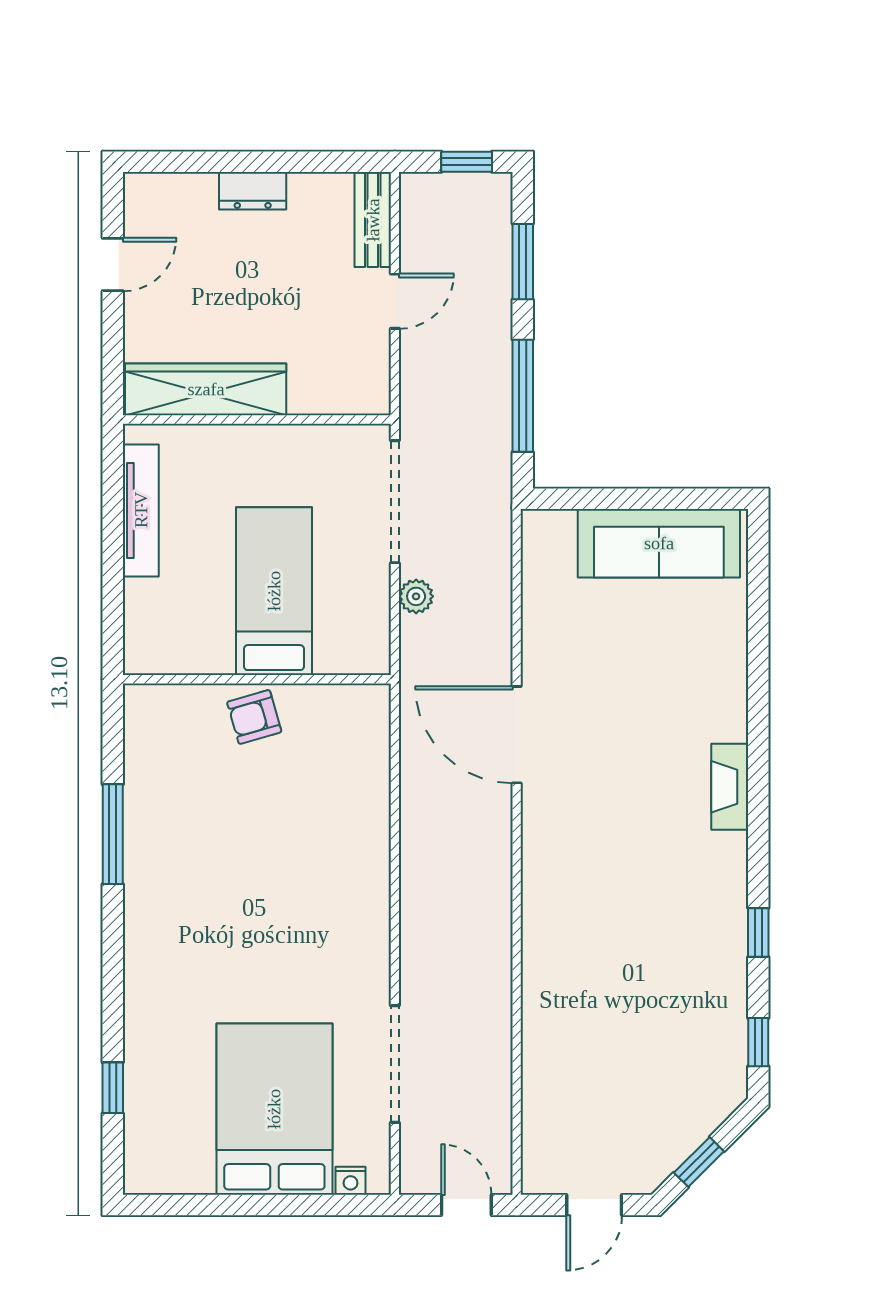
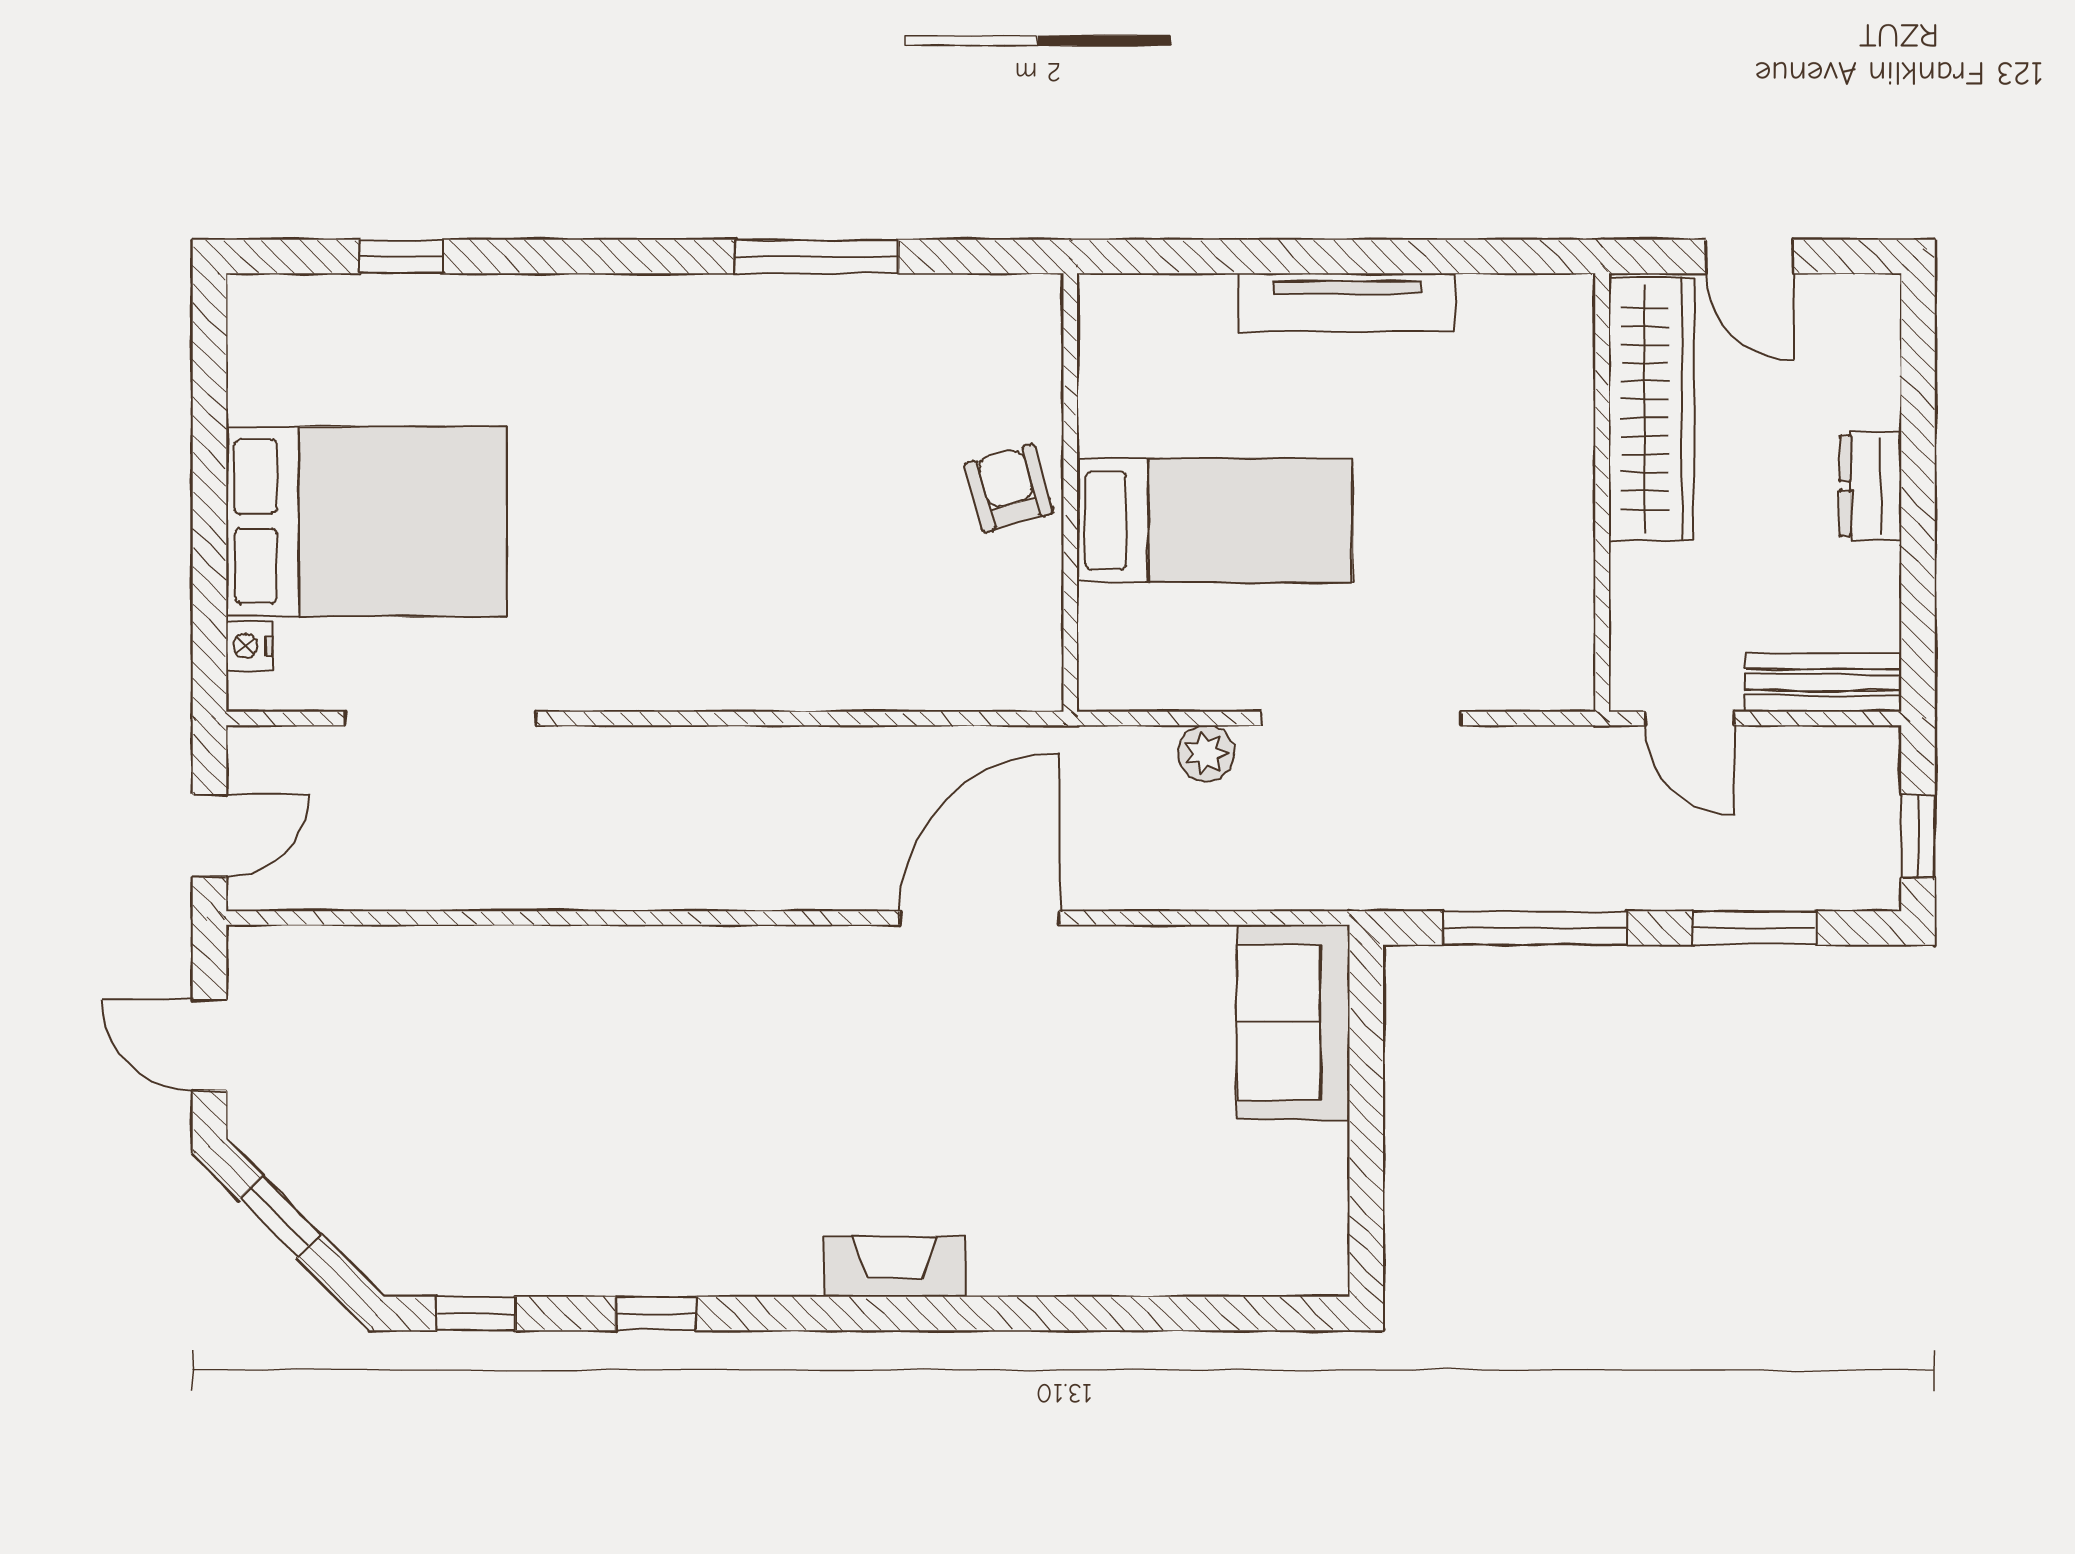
wardrobe: (206, 389) -> (1651, 409), moved
wall: (257, 419) -> (1602, 493), moved
sofa: (659, 543) -> (1293, 1022), moved, width x0.73

